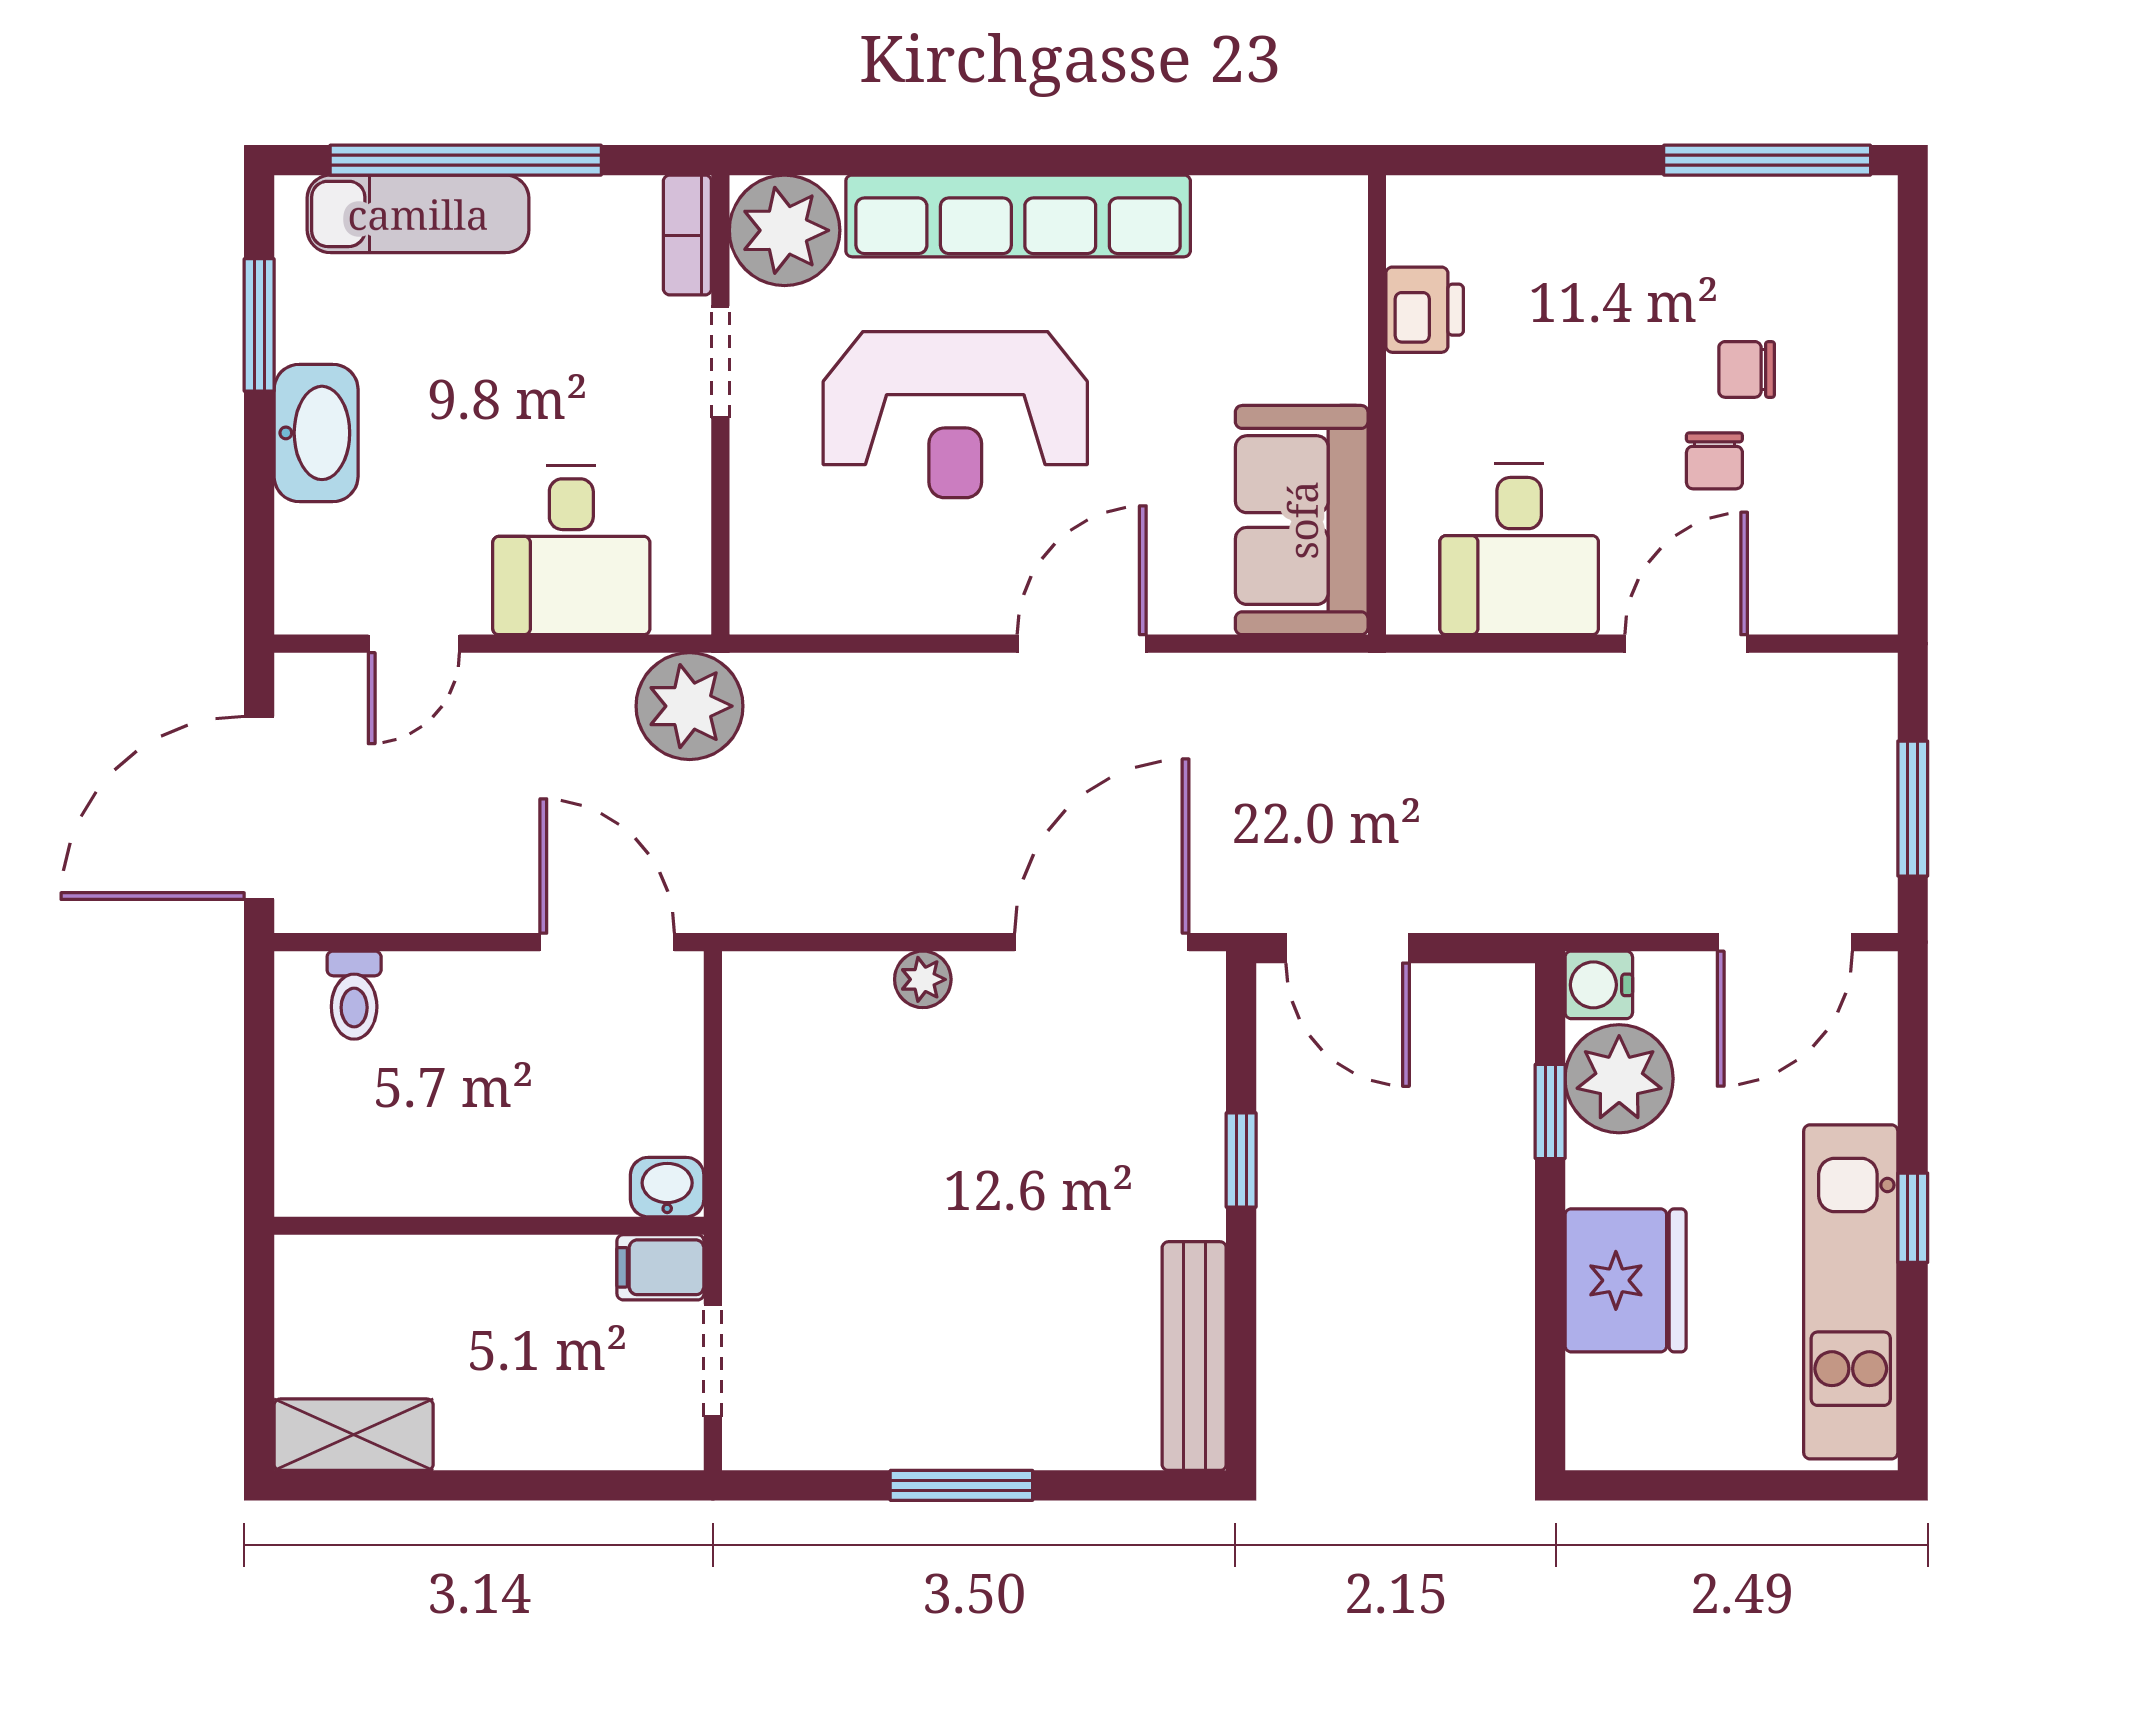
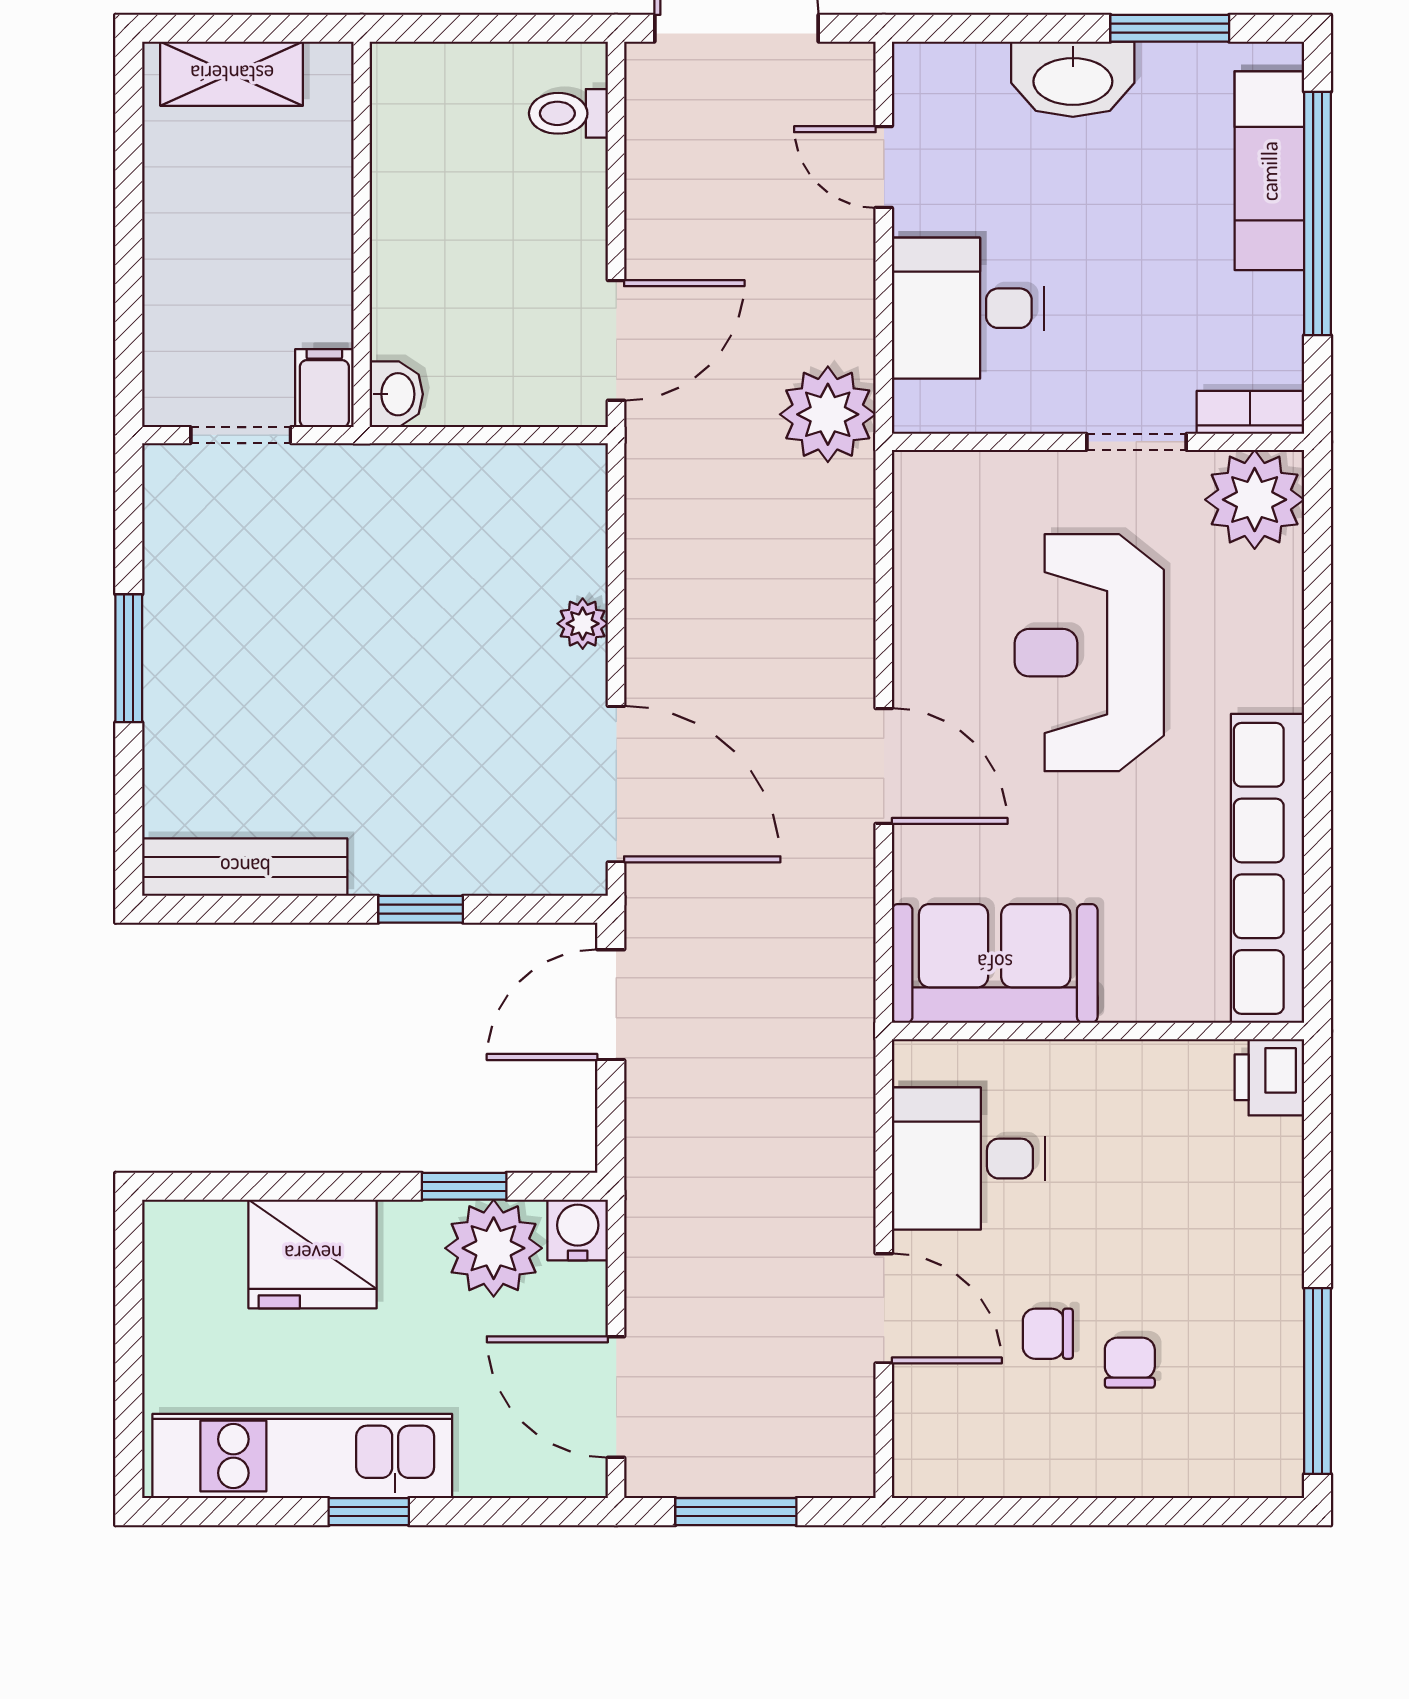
row of seats: (1018, 216) -> (1268, 868), moved
printer: (1425, 310) -> (1269, 1077), moved, turned 90
shelving: (354, 1435) -> (232, 74), moved, turned 90

